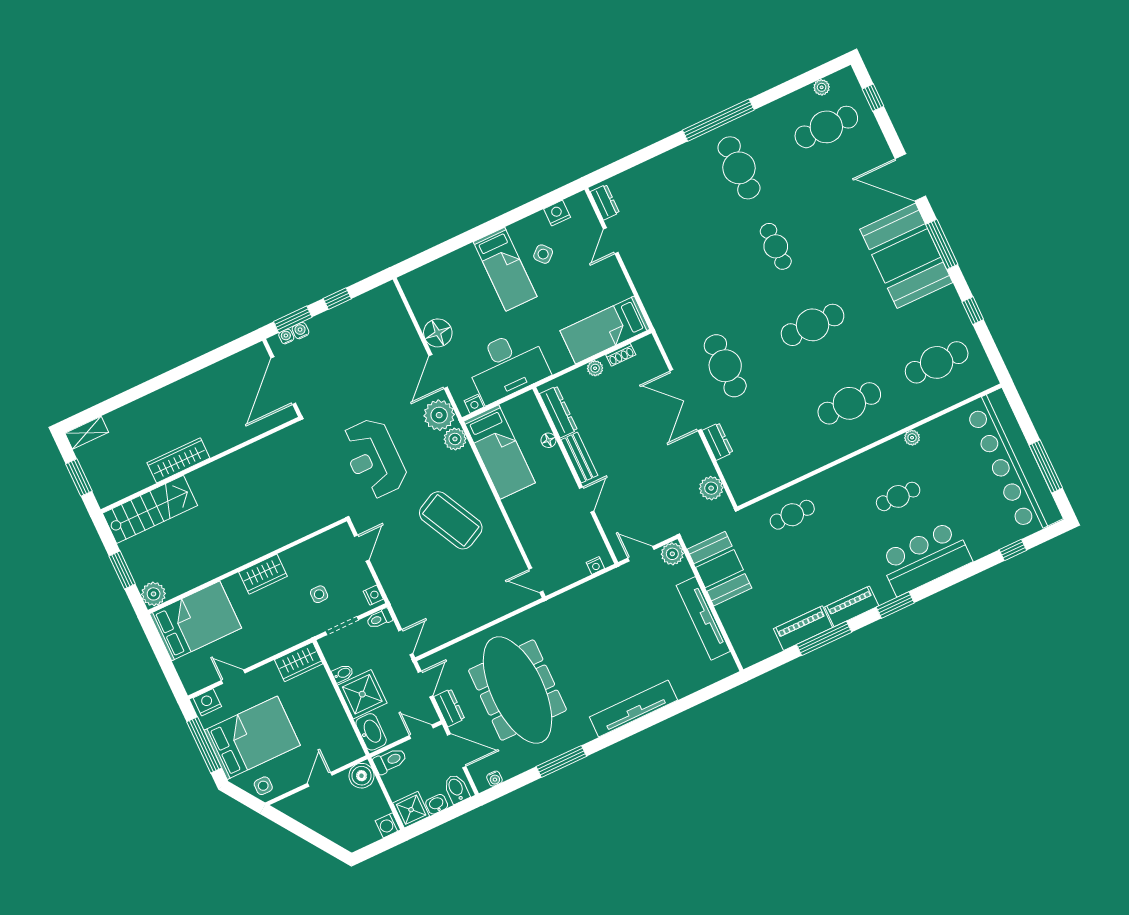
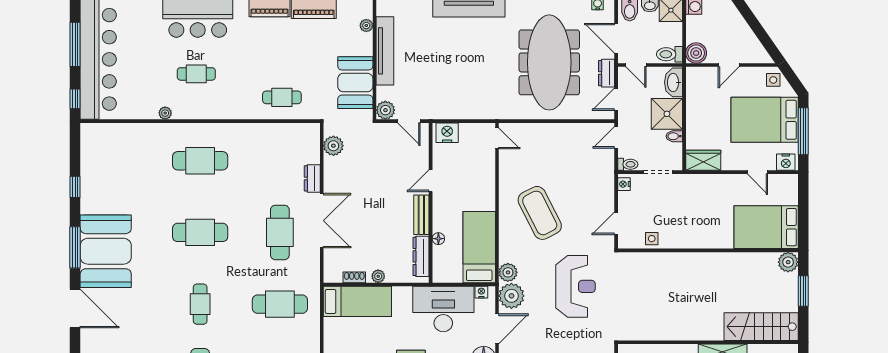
cafe table: (937, 362) -> (280, 304), moved
window: (1018, 407) -> (75, 99), added
nightstand: (595, 565) -> (447, 133), width x1.89, depth x1.79
wardrobe: (263, 574) -> (699, 239), removed
side table: (319, 594) -> (652, 239), moved
plant: (737, 637) -> (366, 26), added

